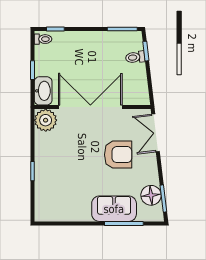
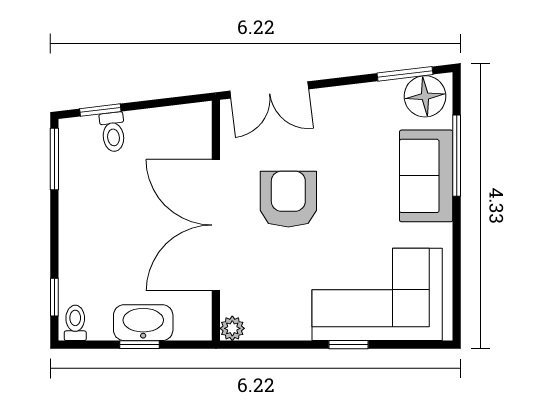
washbasin: (43, 91) -> (143, 323), moved
plant: (46, 120) -> (232, 328), width x0.53, depth x0.53
armchair: (118, 155) -> (288, 199), moved
corner sofa: (57, 185) -> (377, 294), added
floor lamp: (151, 195) -> (425, 96), moved

